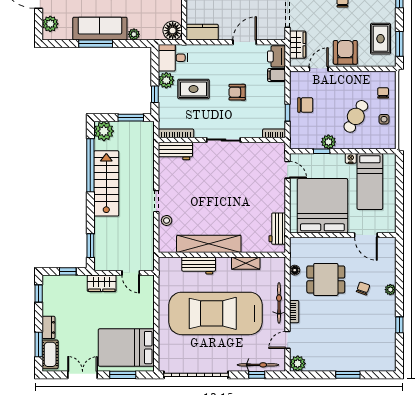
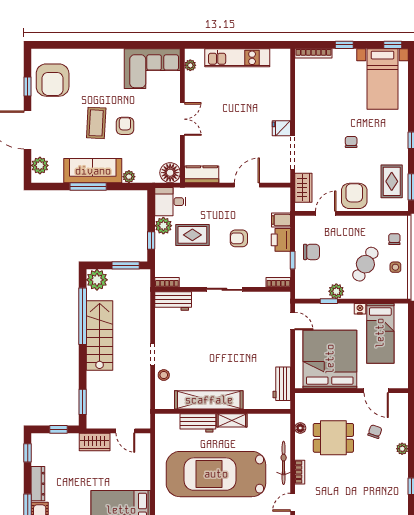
printer: (277, 56) -> (281, 240), moved
bookcase: (176, 133) -> (167, 282), width x0.64
shelving: (246, 263) -> (232, 420), moved
chair: (363, 289) -> (375, 432), moved
dresser: (49, 327) -> (38, 484), width x1.44

